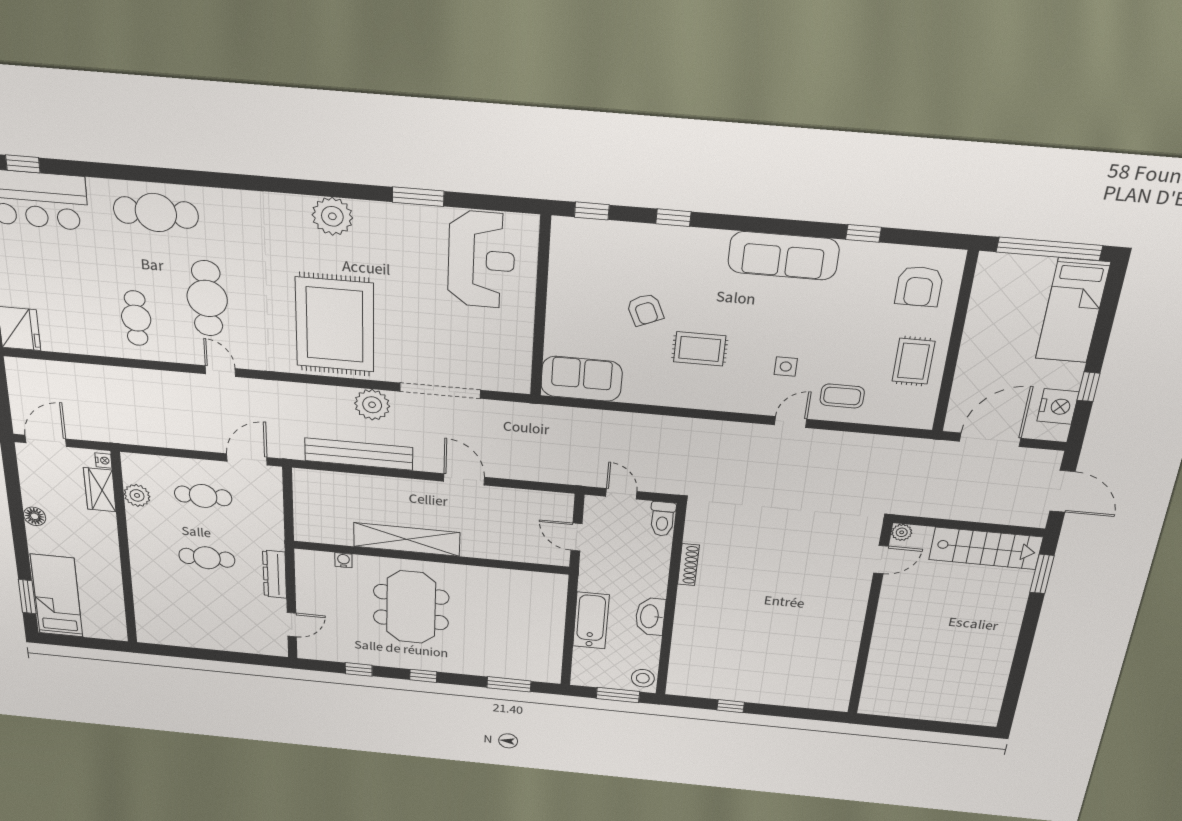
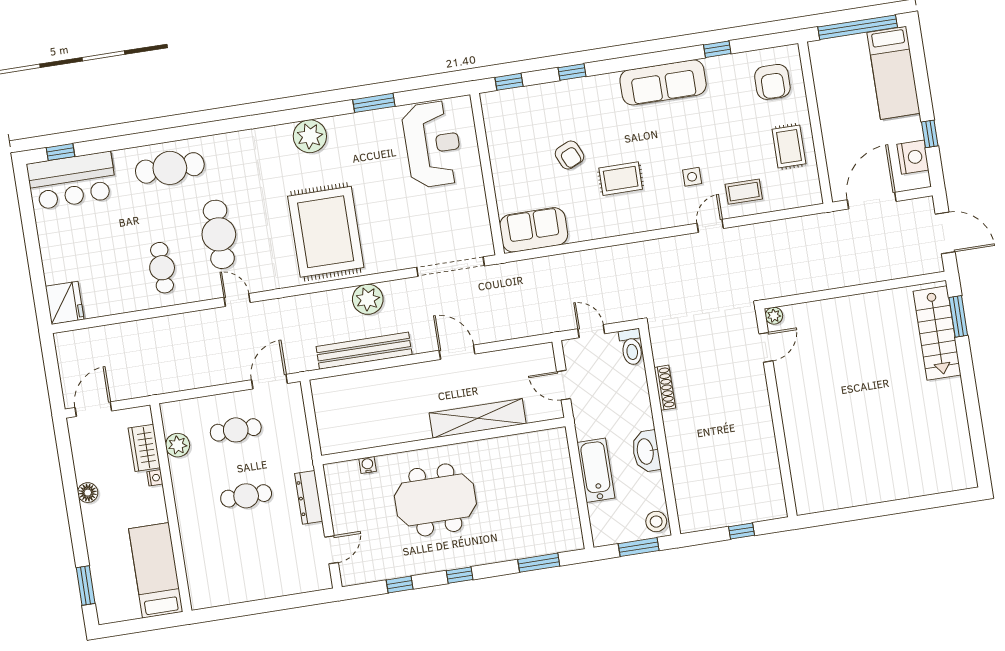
doorway: (440, 391) -> (450, 267), moved
nightstand: (104, 460) -> (155, 478), moved
plant: (902, 532) -> (774, 316), moved
shelving: (407, 539) -> (478, 418), moved
stairs: (986, 548) -> (937, 333), moved, turned 90
door: (881, 560) -> (766, 347), moved
bed: (57, 596) -> (156, 570), moved
meeting table: (411, 607) -> (435, 500), turned 90
wall: (869, 621) -> (776, 413), moved

